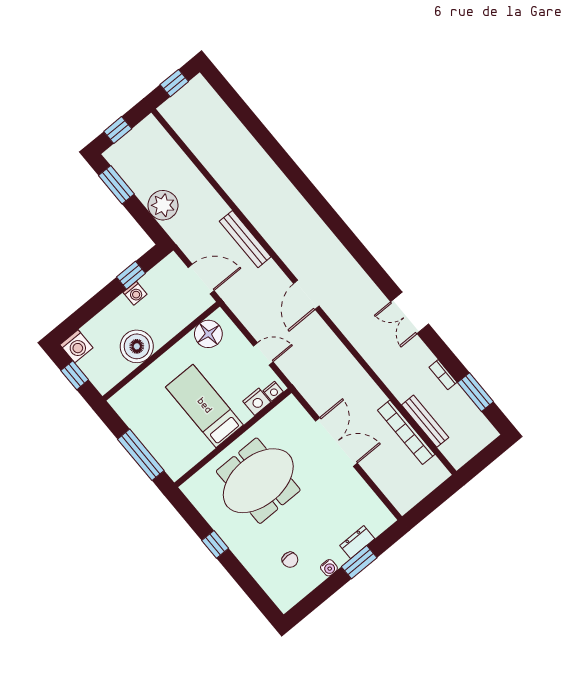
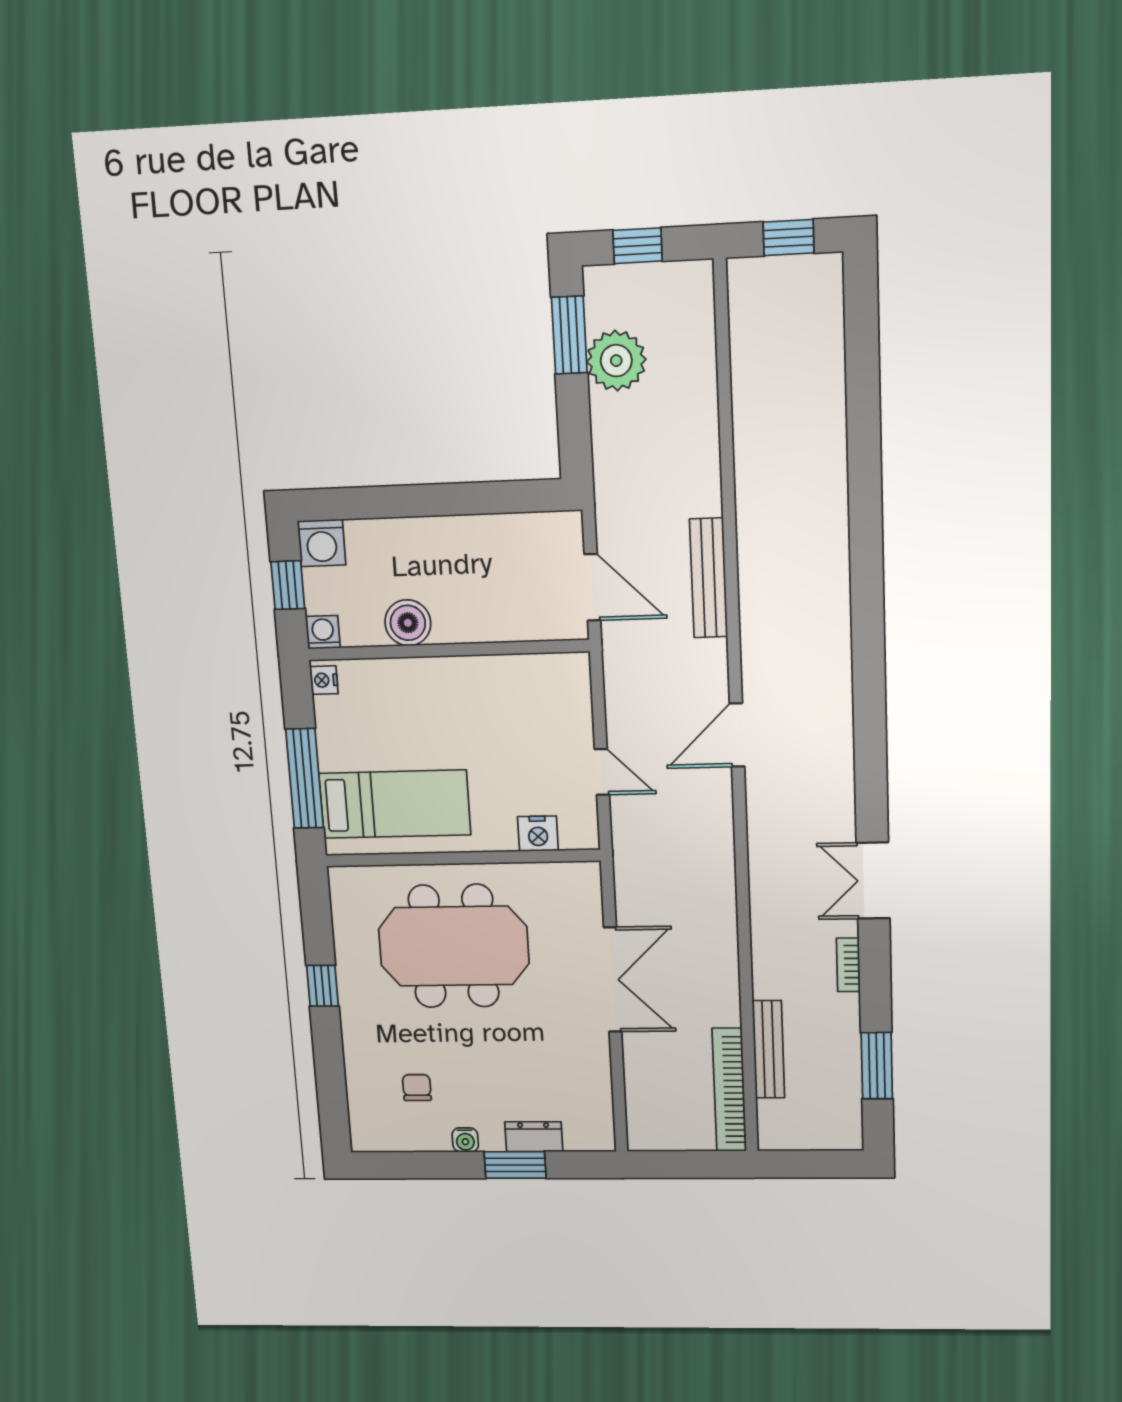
plant: (163, 205) -> (616, 361), moved
window: (131, 275) -> (487, 498), removed
washing machine: (135, 293) -> (323, 632), moved, turned 180
floor lamp: (208, 334) -> (540, 679), removed
boiler: (137, 346) -> (408, 623), width x0.73, depth x0.73
bookcase: (443, 375) -> (848, 965), moved
nightstand: (273, 391) -> (324, 680), moved, turned 90
bed: (204, 406) -> (395, 804), moved, turned 90
bookcase: (406, 432) -> (729, 1090), moved
chair: (290, 560) -> (417, 1088), turned 180

